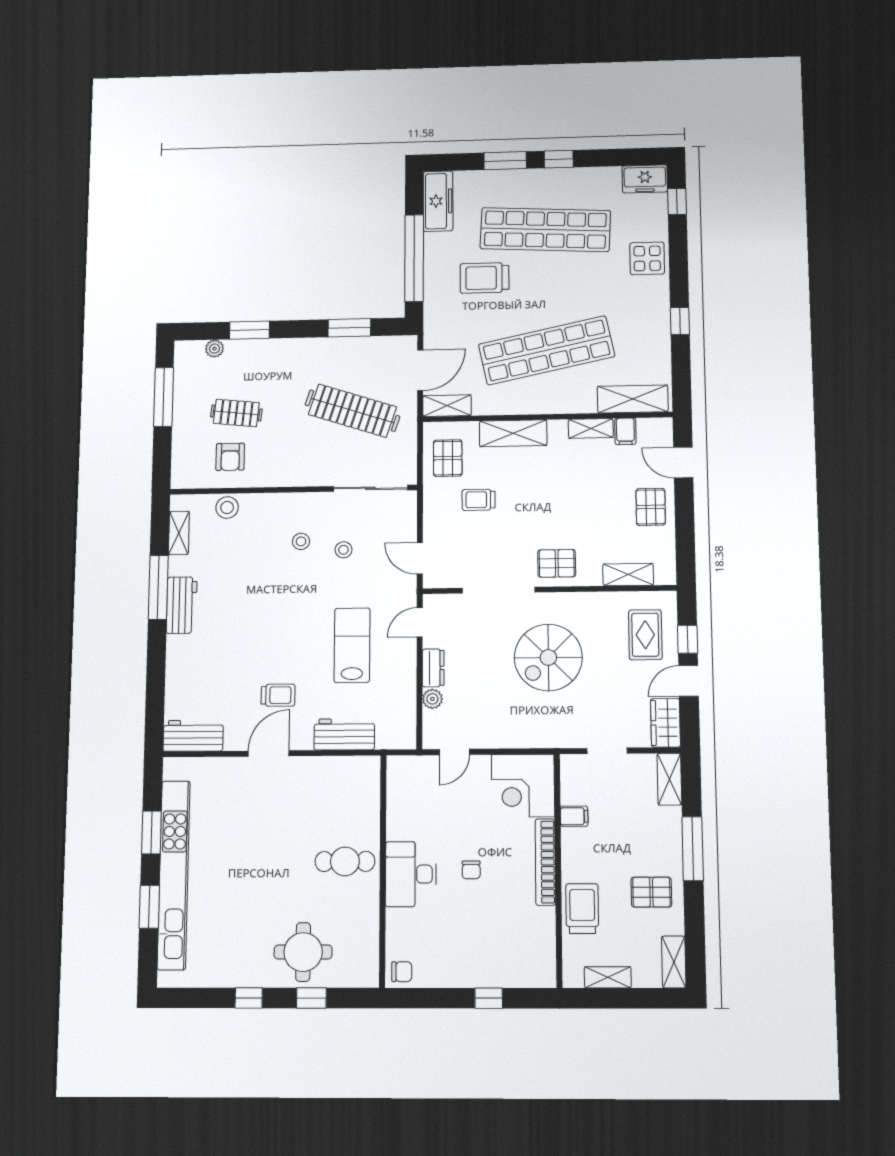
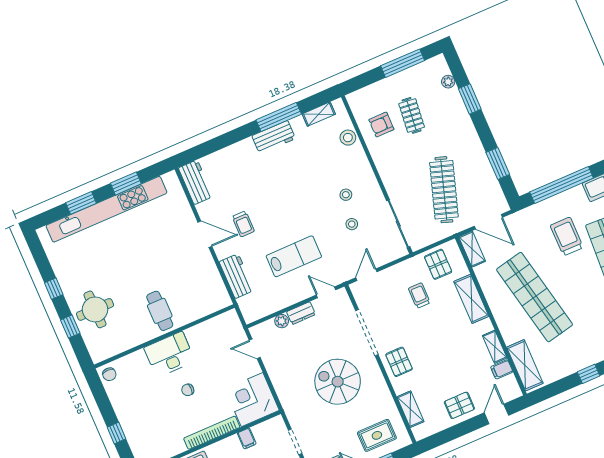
pallet: (448, 458) -> (438, 264), turned 90

